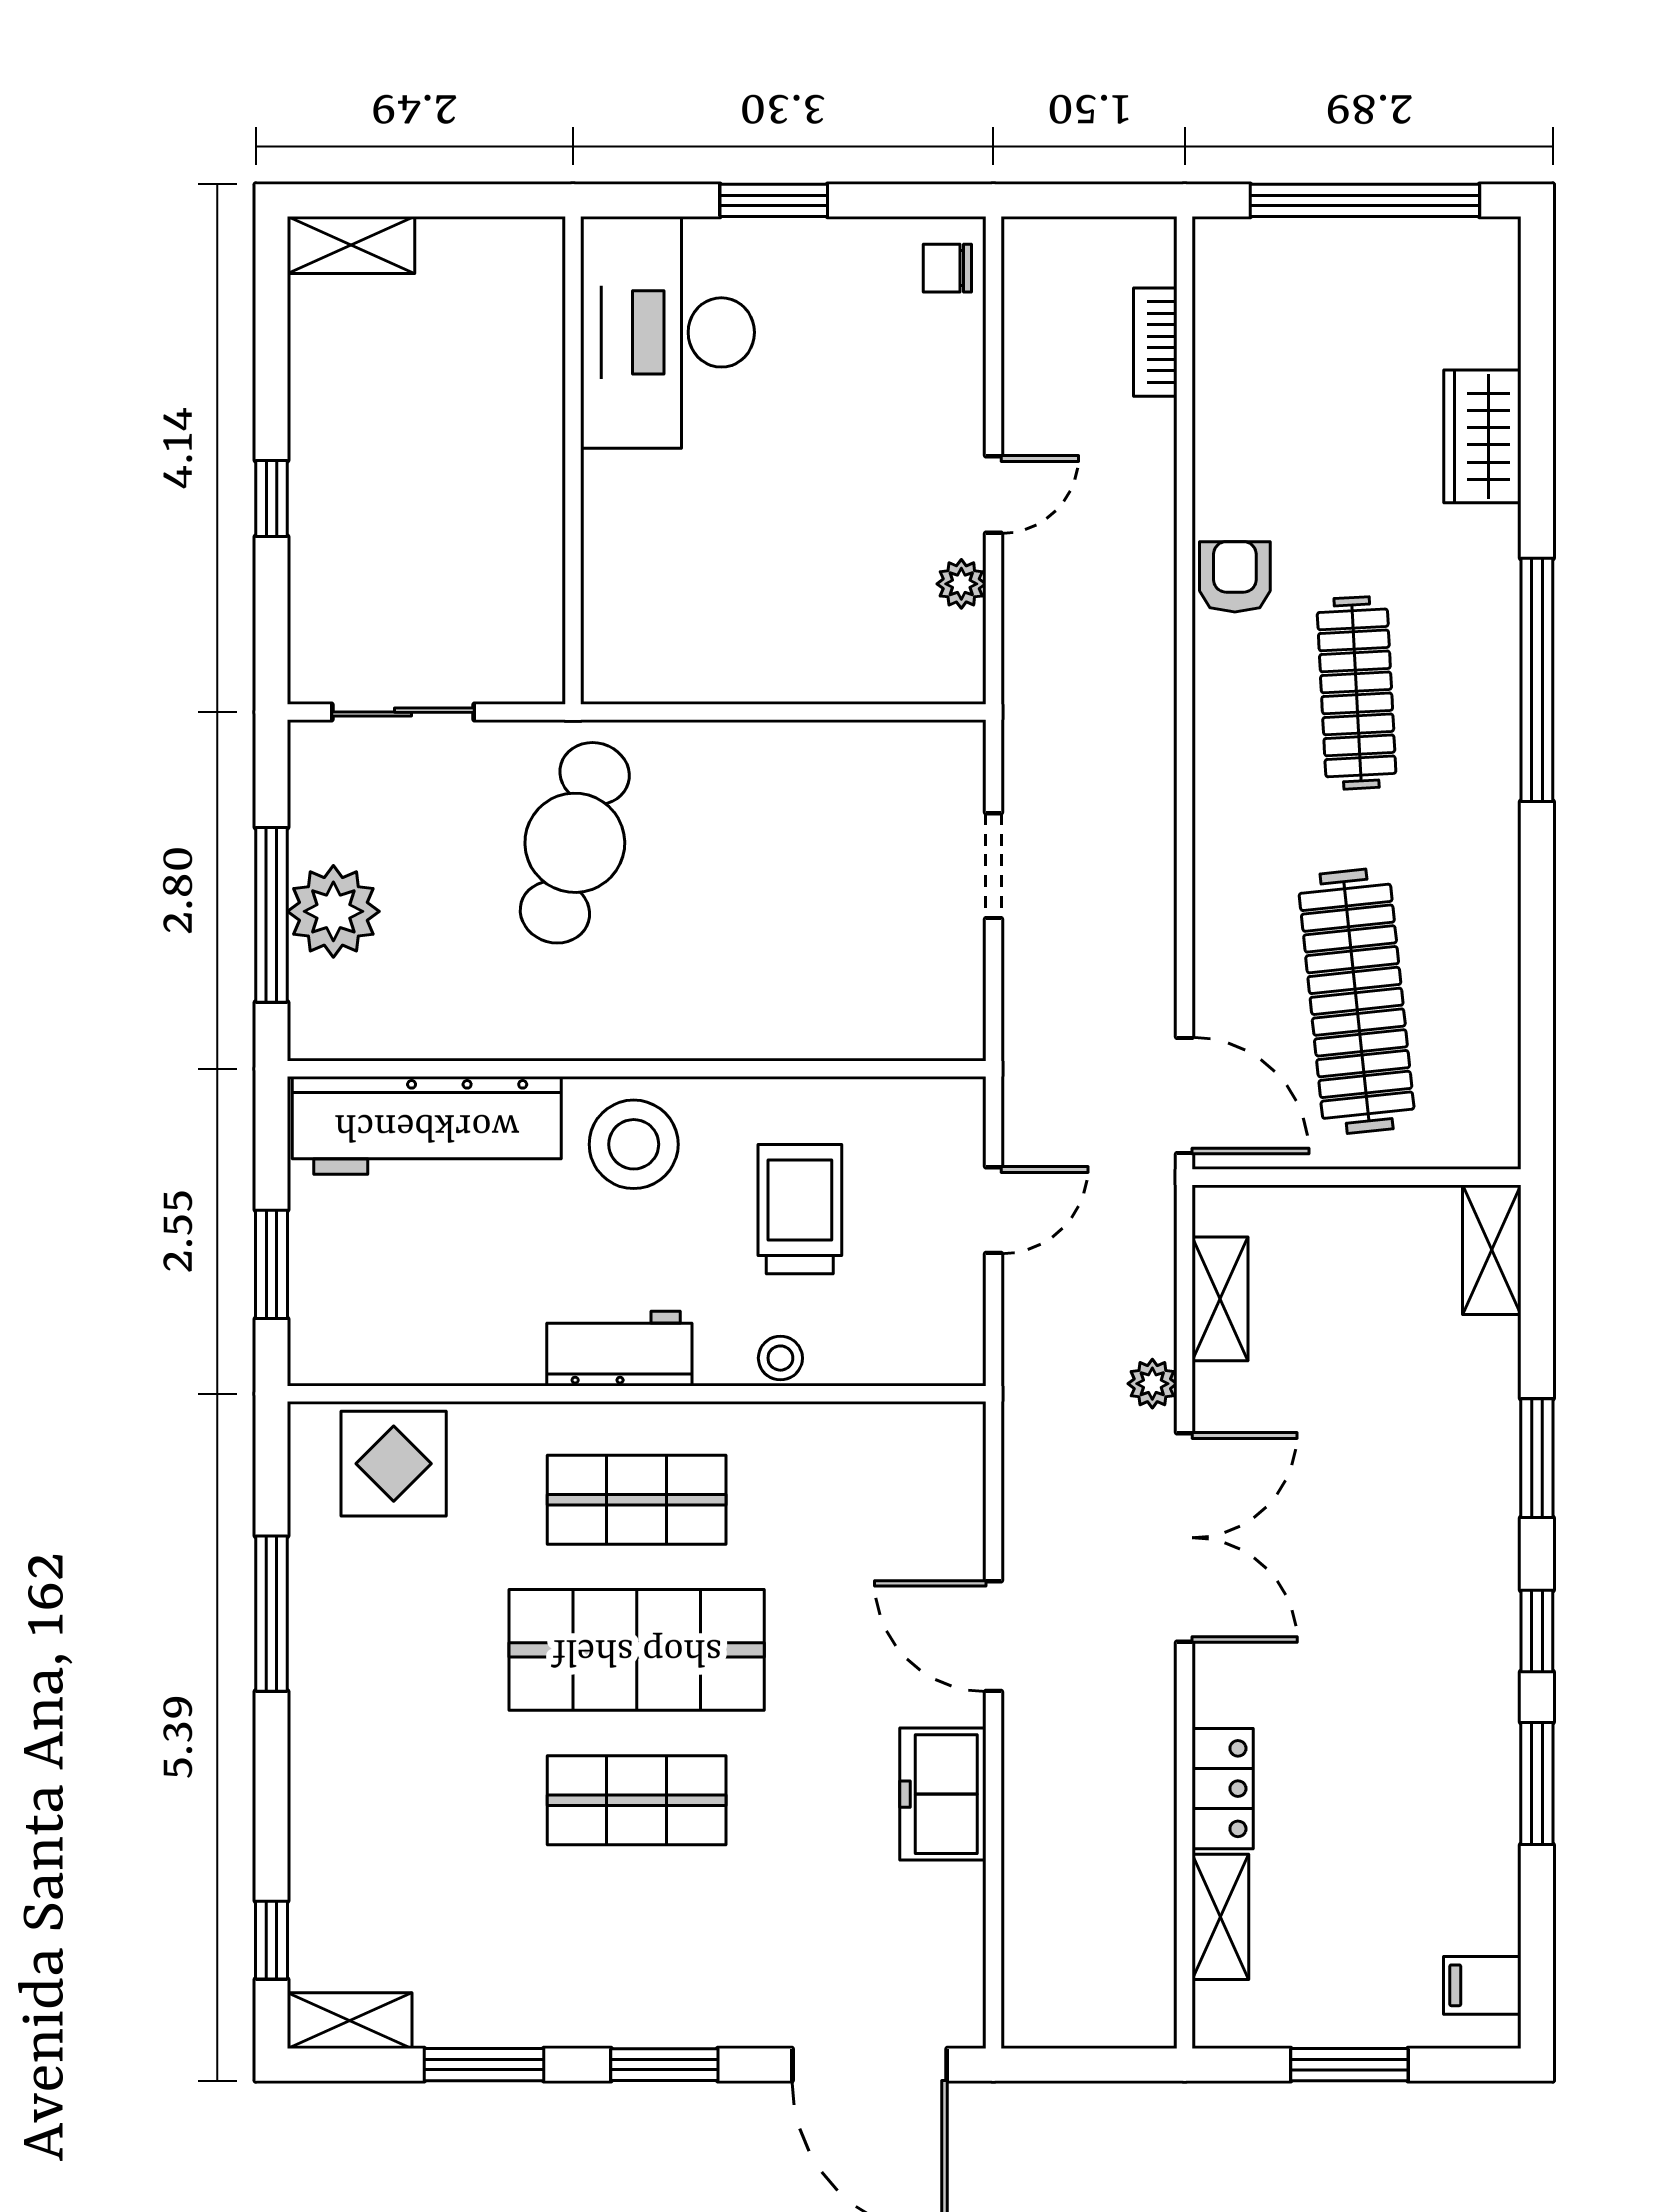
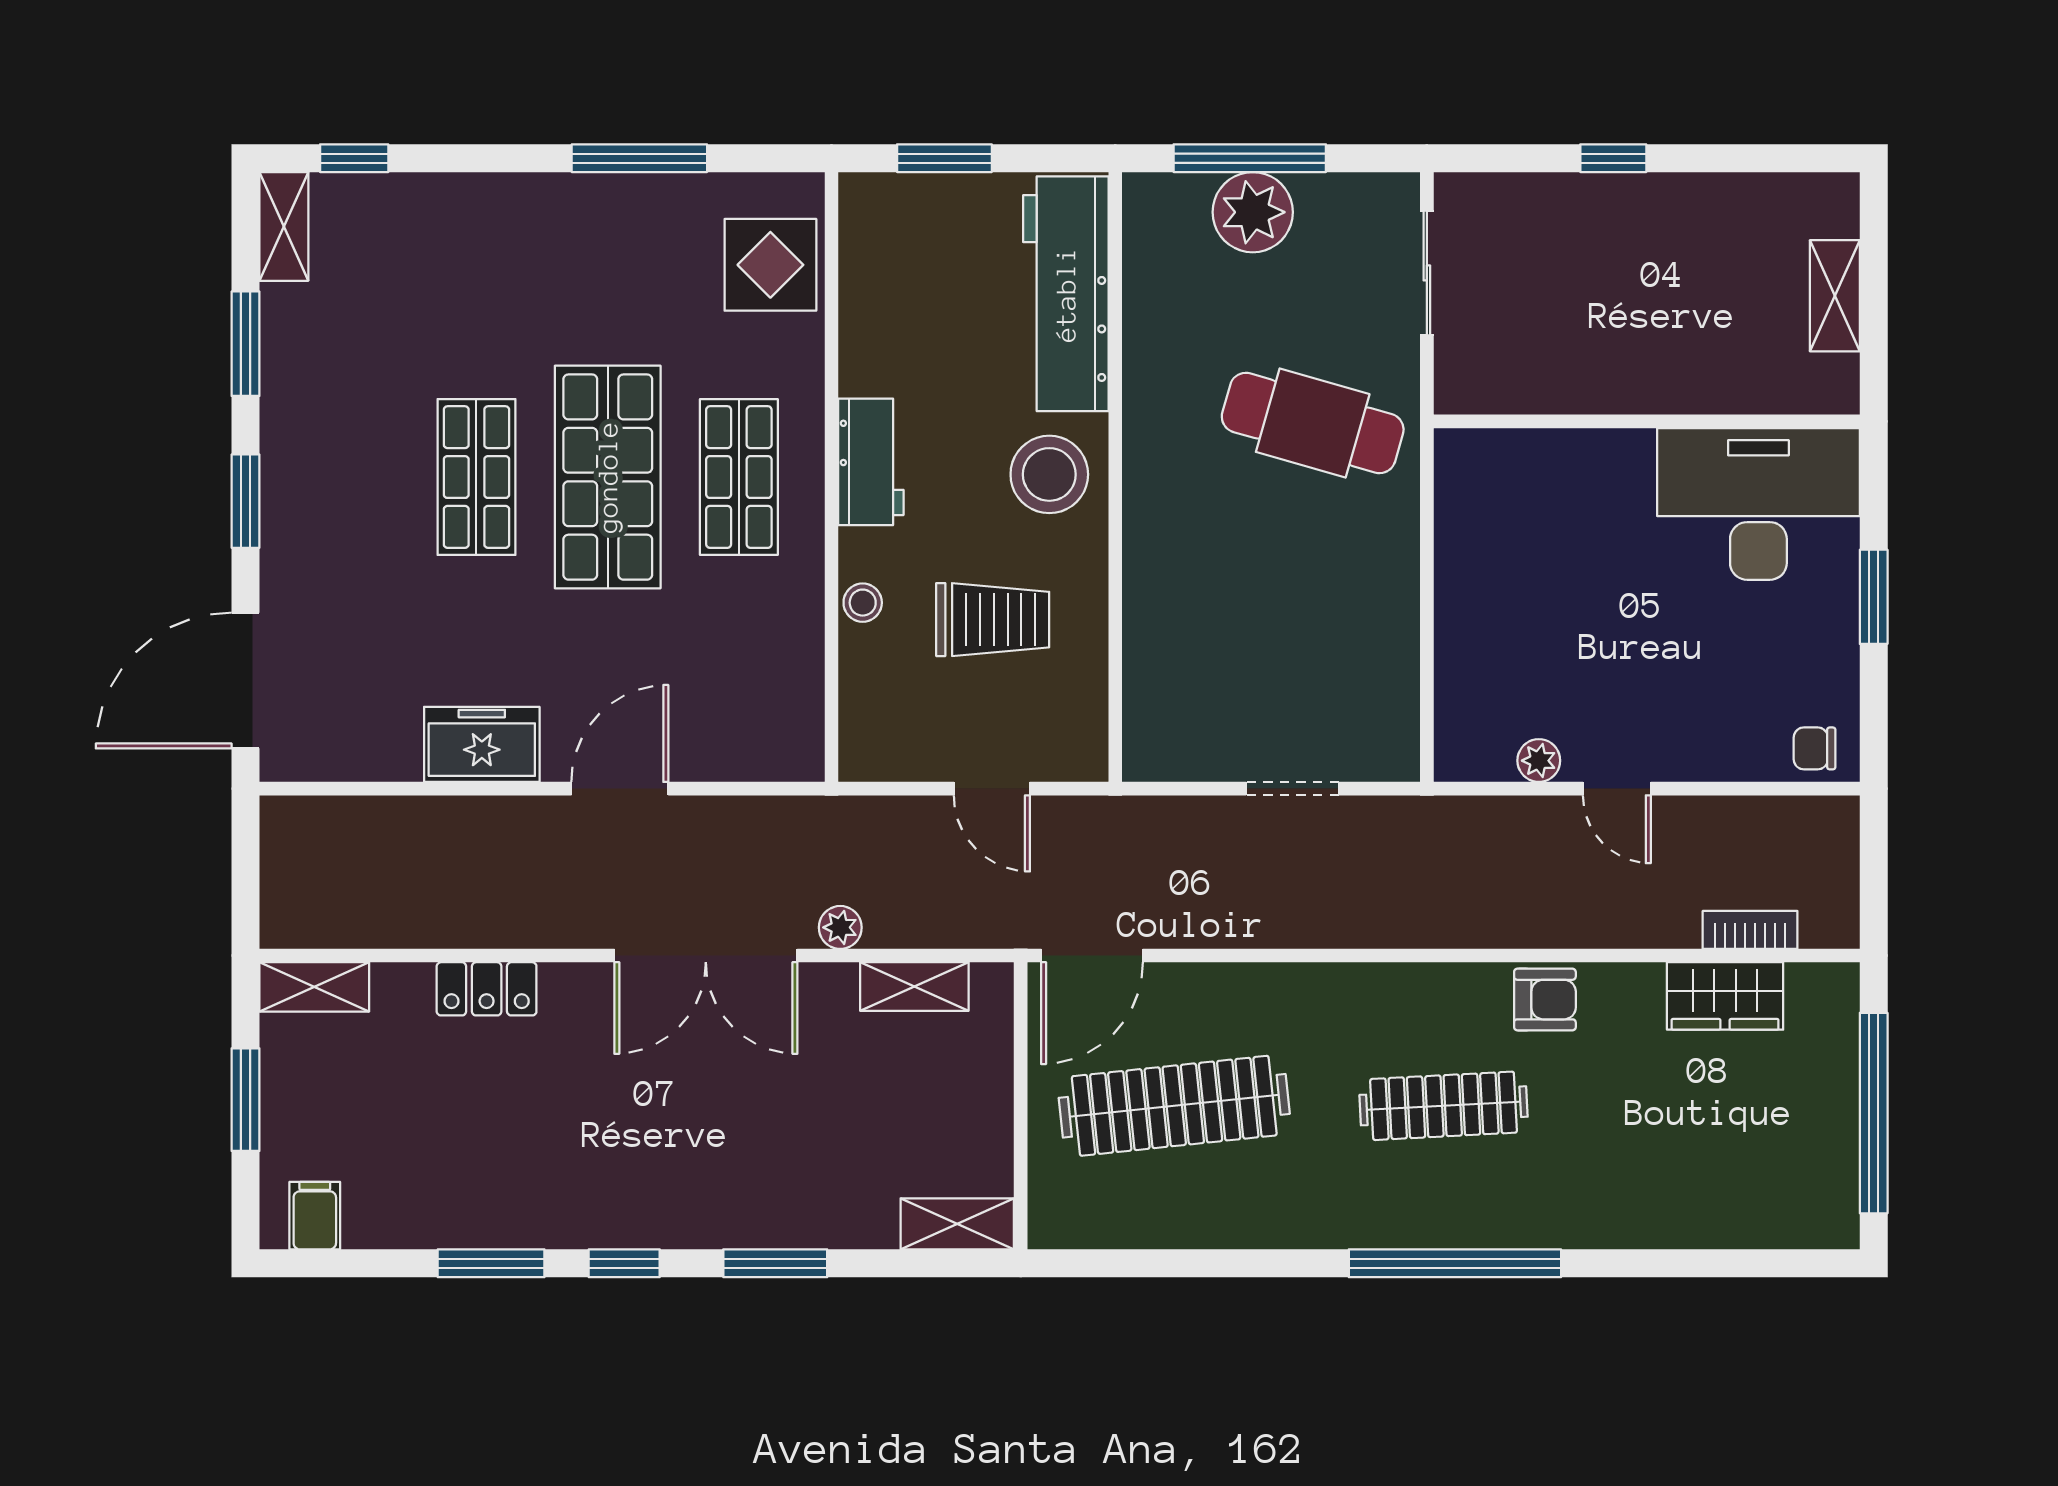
shelving: (351, 245) -> (1835, 296), moved
chair: (947, 268) -> (1815, 748), turned -90
wardrobe: (1482, 436) -> (1725, 996), moved, turned 180
shelving: (1220, 1917) -> (314, 987), moved

